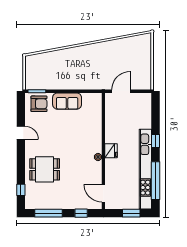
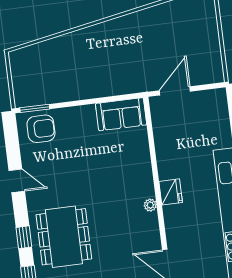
sofa: (67, 101) -> (121, 114), moved
window: (21, 167) -> (24, 237), added
dining table: (45, 169) -> (64, 237), width x1.38

